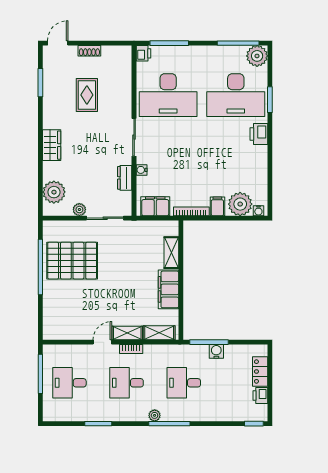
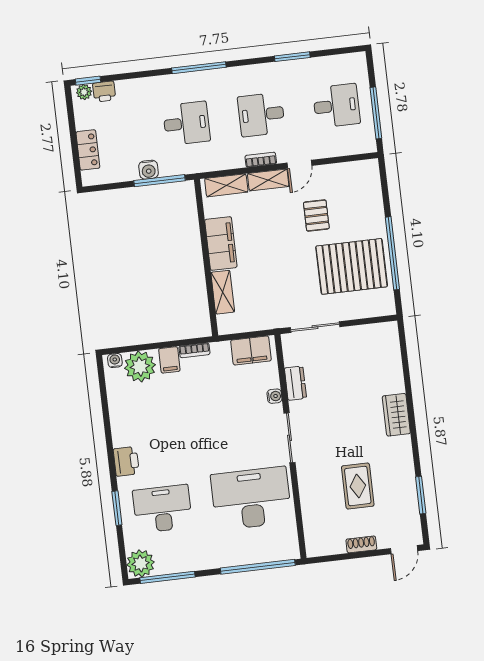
window: (169, 43) -> (258, 567), width x1.46
printer: (143, 53) -> (290, 549), removed
desk: (236, 95) -> (162, 509), width x0.73, depth x0.77
plant: (54, 192) -> (386, 354), removed
plant: (79, 210) -> (350, 335), removed
bookcase: (191, 211) -> (194, 350), width x0.64
pallet: (94, 302) -> (316, 216), added
desk: (127, 383) -> (261, 115), turned 180
printer: (260, 396) -> (104, 91), moved, turned 90
plant: (155, 415) -> (84, 92), moved

